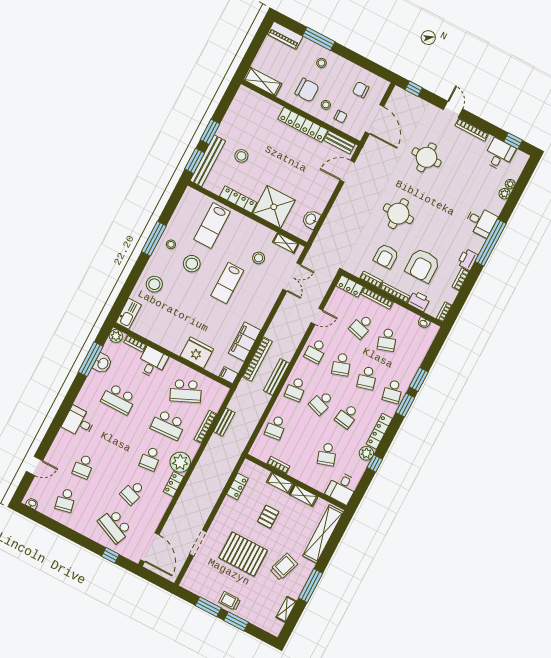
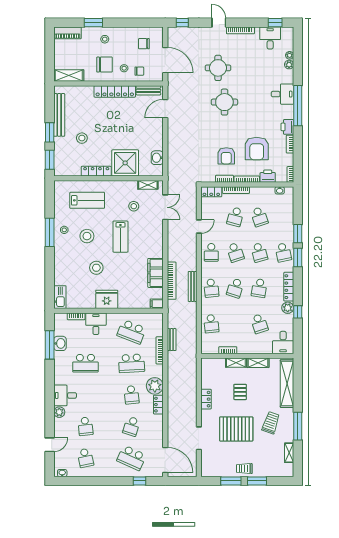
window: (319, 39) -> (93, 23), width x0.69
bench: (208, 161) -> (59, 115), moved
round table: (398, 214) -> (224, 102), moved
lab bench: (212, 226) -> (87, 200), turned -90
stool: (154, 284) -> (96, 268), moved
plant: (116, 336) -> (59, 412), moved
fridge: (197, 353) -> (107, 299), moved
school desk: (186, 391) -> (132, 332), turned 45
locker: (237, 486) -> (206, 399), moved

